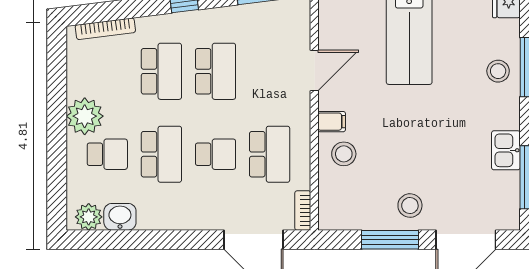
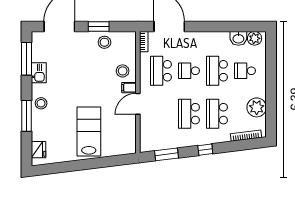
door: (314, 71) -> (138, 104), moved
stool: (498, 71) -> (41, 103), moved
plant: (85, 116) -> (257, 107), moved
stool: (410, 206) -> (104, 42), moved
window: (390, 240) -> (99, 27), width x0.69

